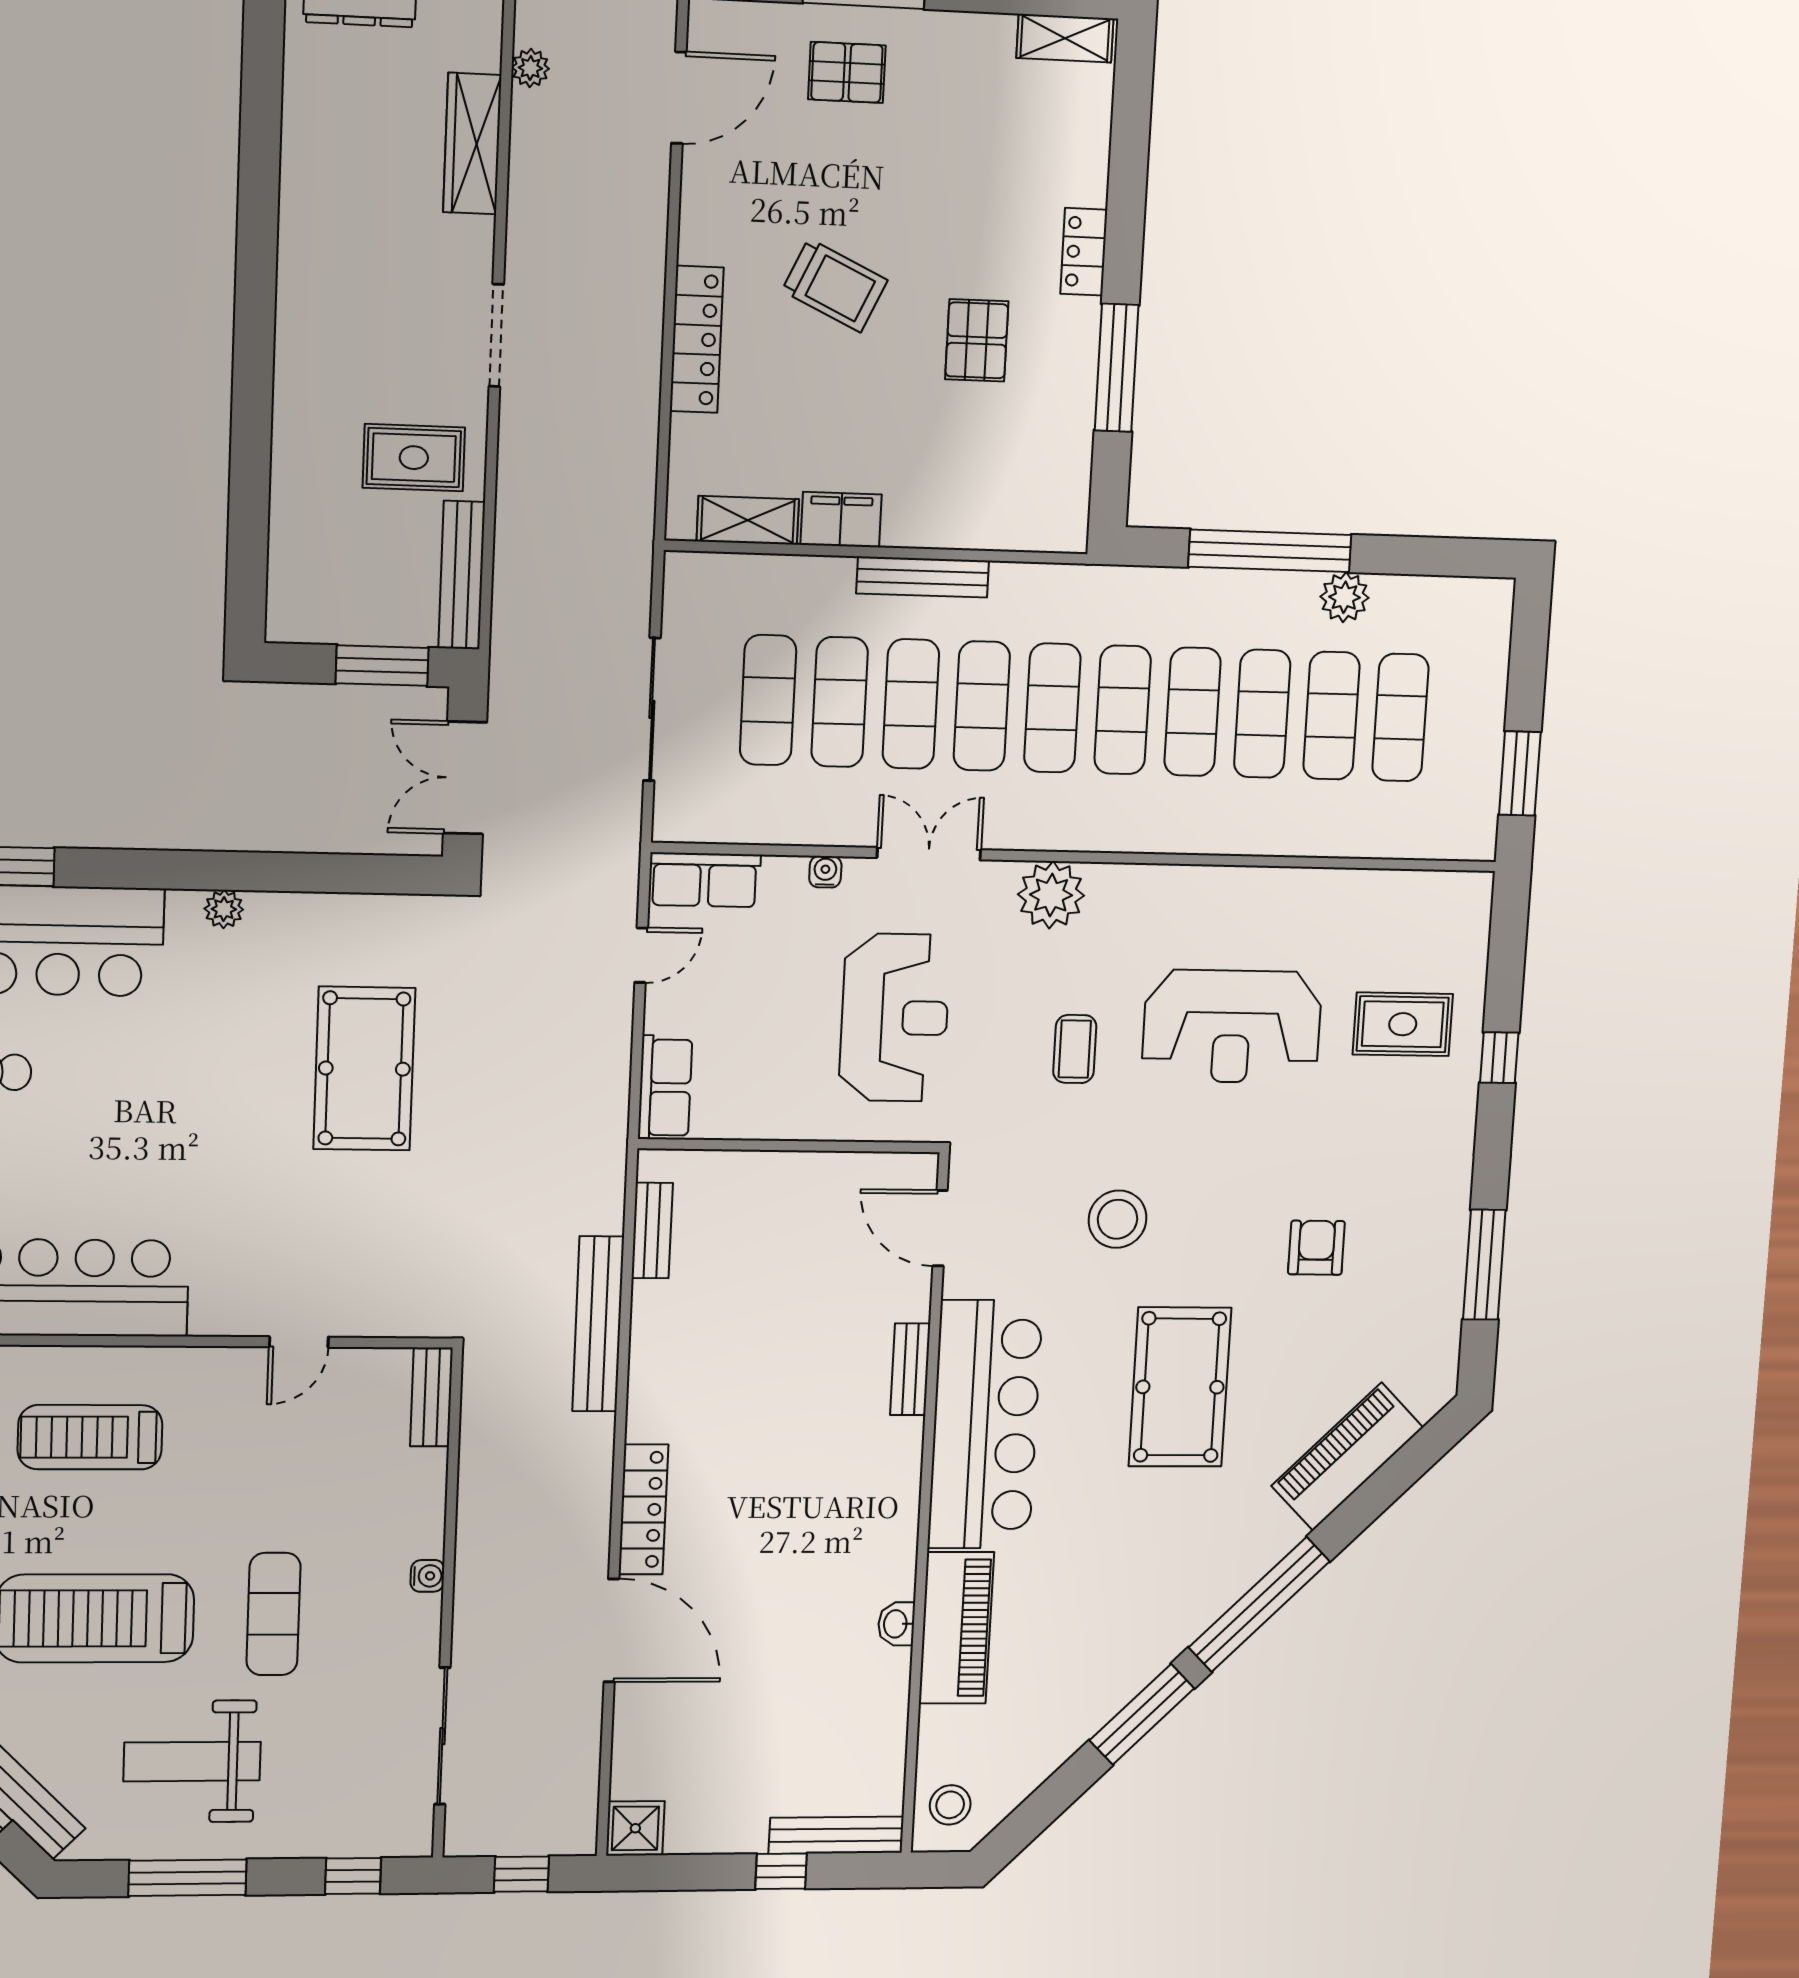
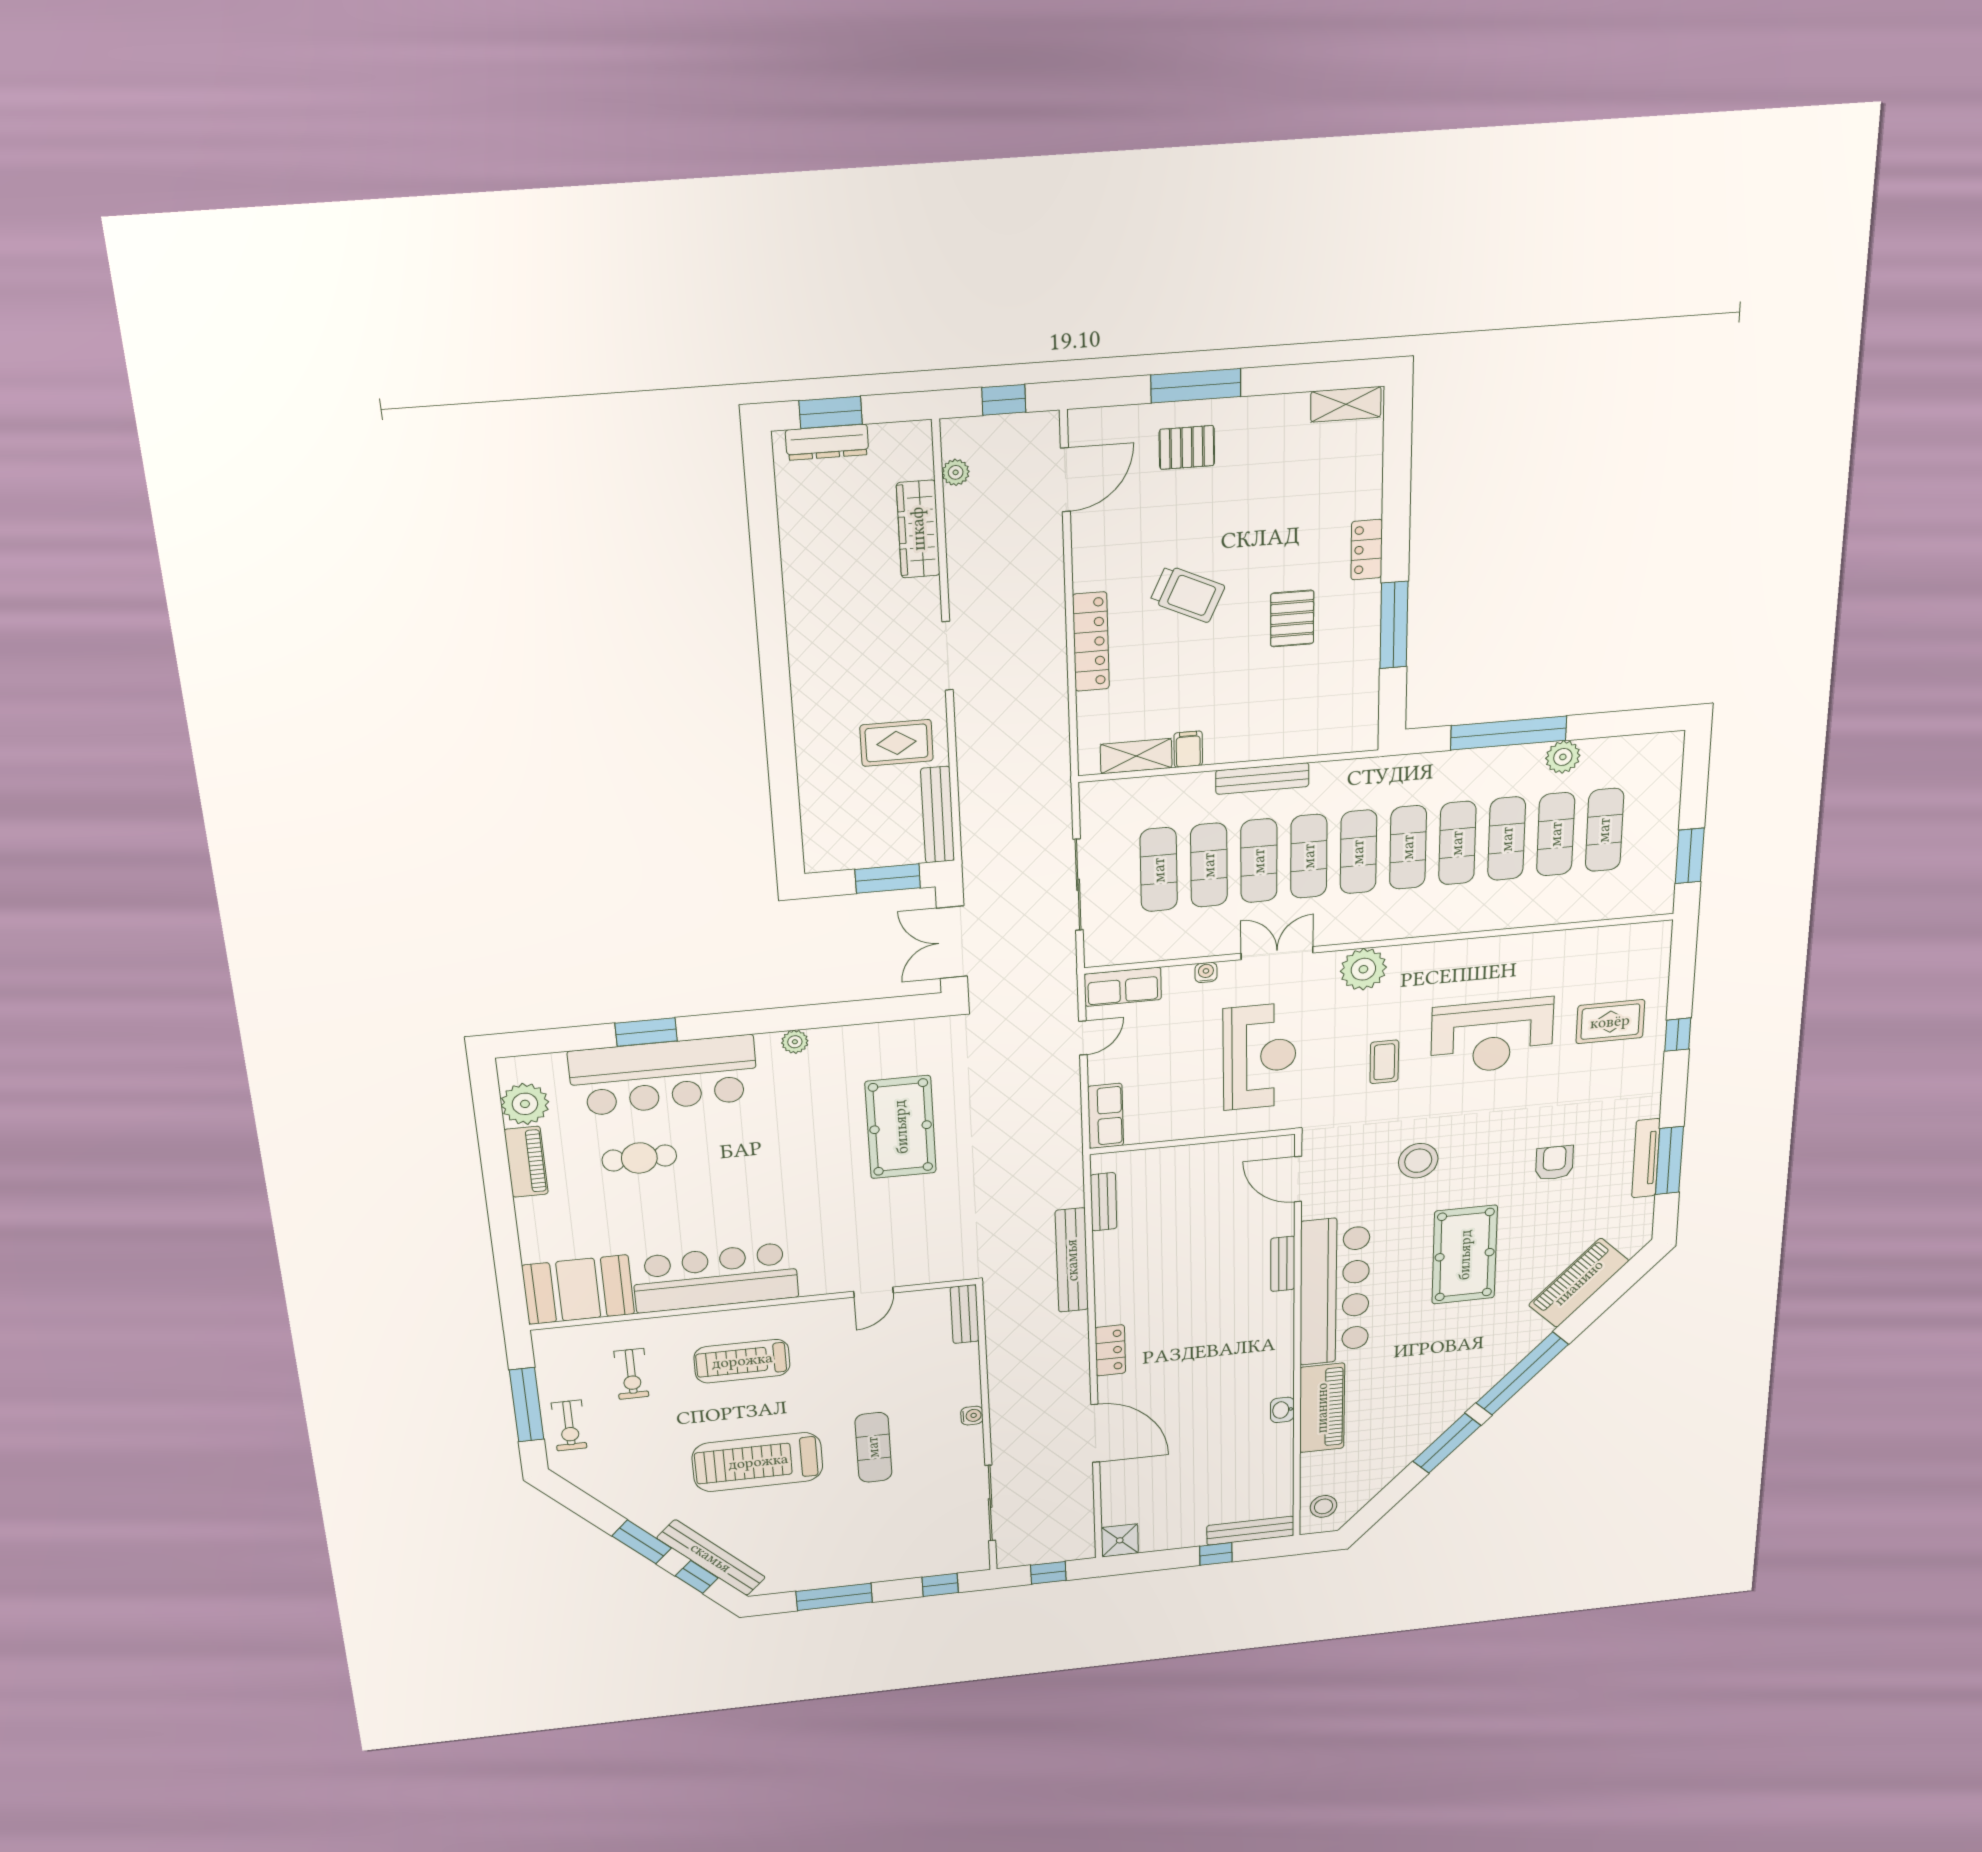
filing cabinet: (841, 520) -> (1188, 749), width x0.50
tv unit: (1450, 1257) -> (1646, 1158), added
locker: (643, 1509) -> (1110, 1350), width x0.66
weight bench: (192, 1762) -> (830, 1534), removed

